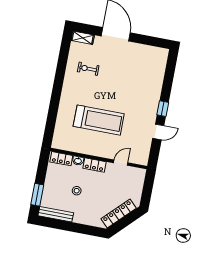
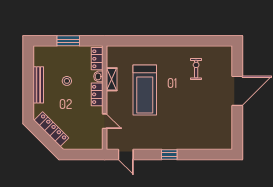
shelving: (83, 38) -> (112, 79), moved
door: (158, 132) -> (126, 154), moved
window: (37, 195) -> (68, 41), moved
bench: (56, 214) -> (38, 85), moved

